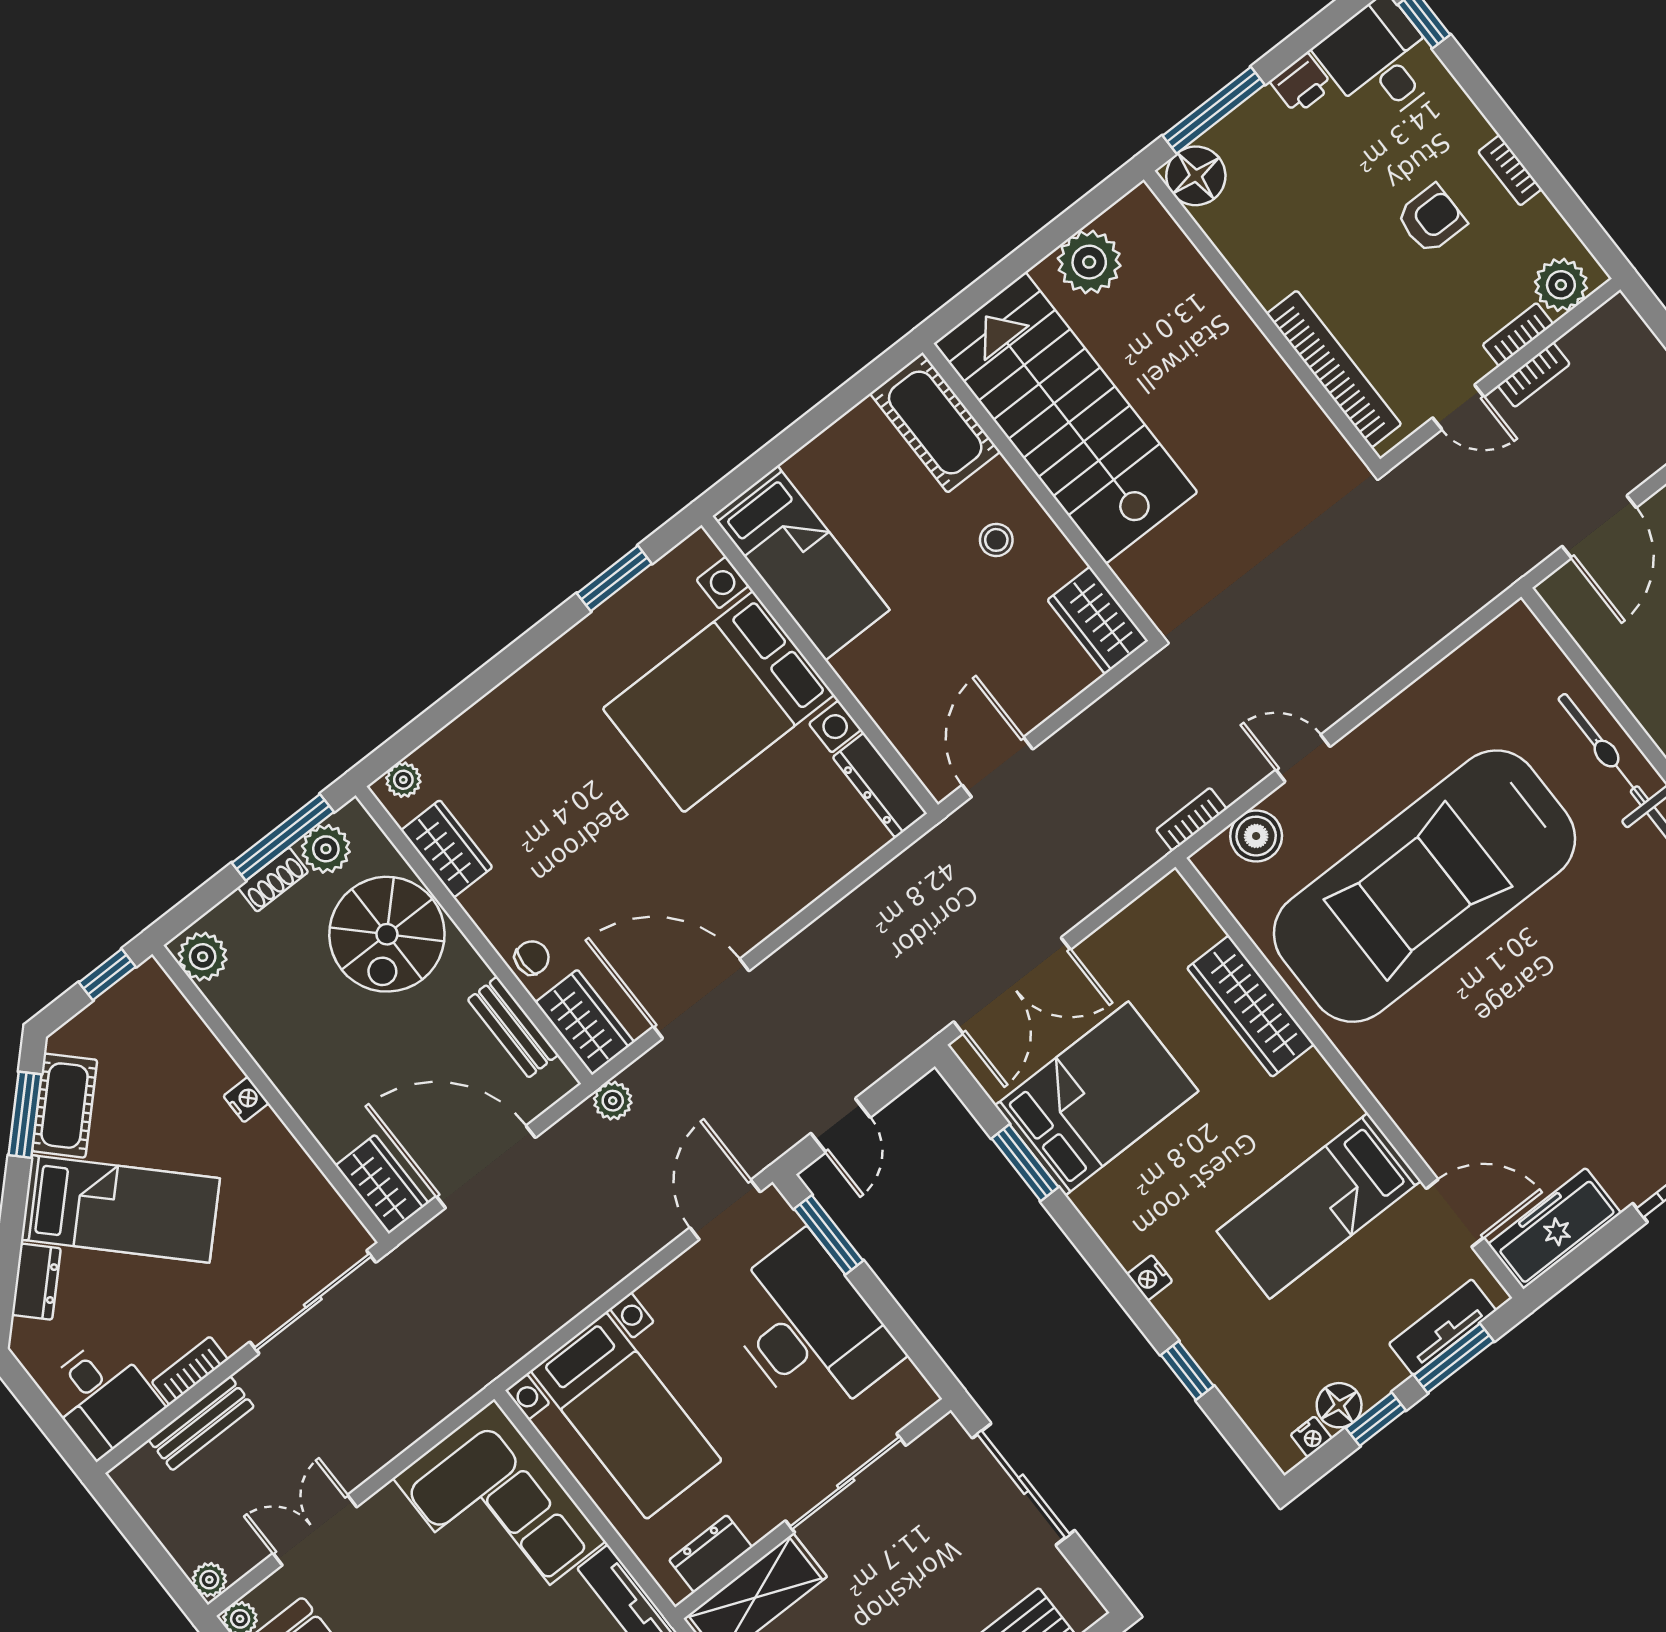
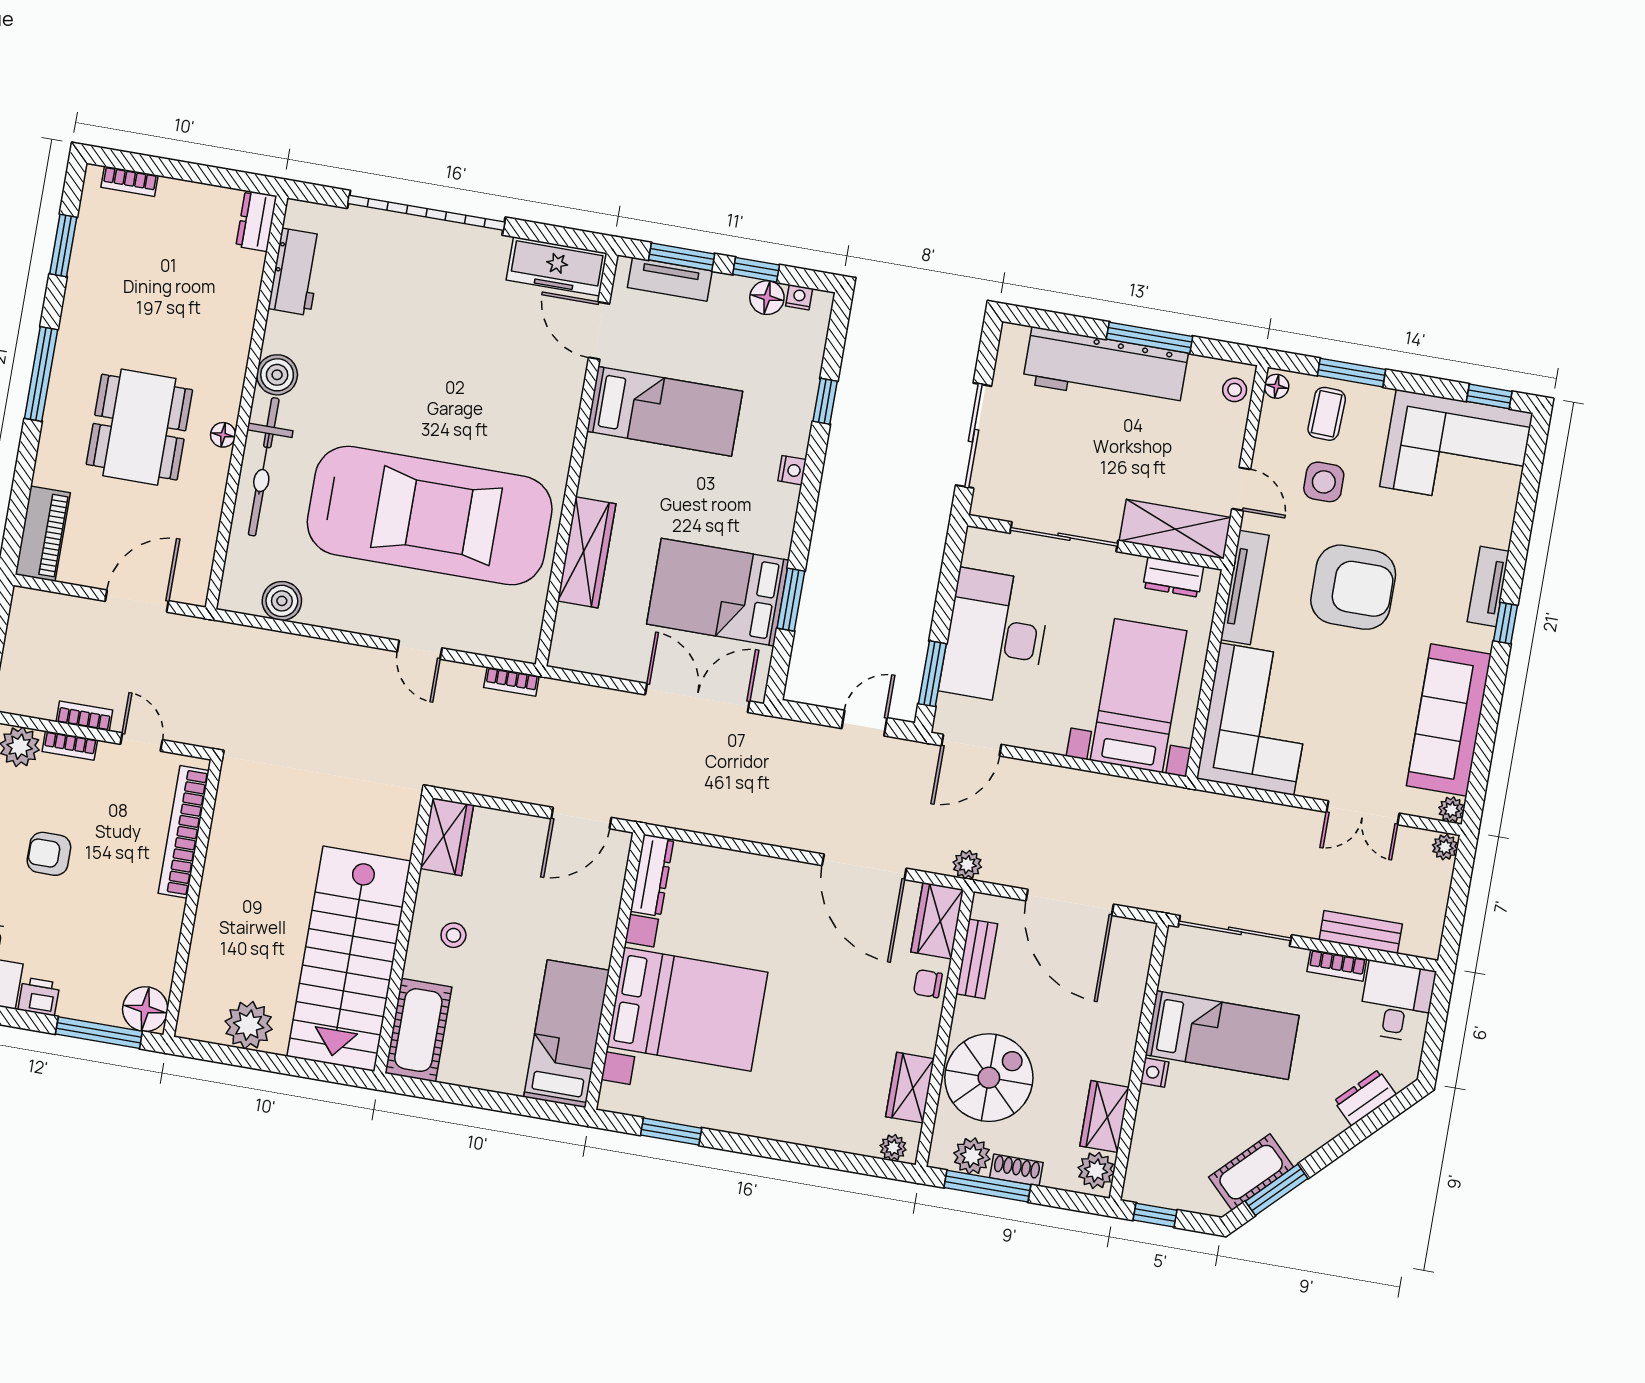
boiler: (1256, 836) -> (282, 601), moved
wardrobe: (382, 1184) -> (1104, 1117), moved
bed: (120, 1209) -> (1222, 1035), moved, turned 135

